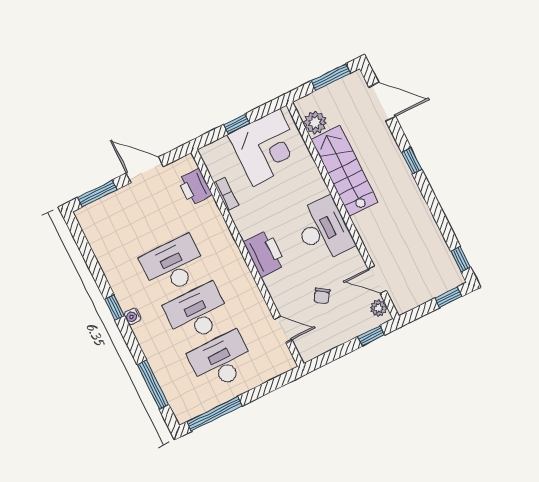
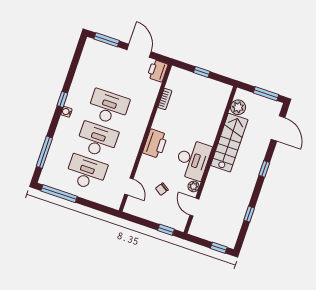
corner desk: (266, 148) -> (204, 96), removed
printer: (195, 187) -> (157, 71), moved
window: (461, 259) -> (249, 214), moved
plant: (379, 308) -> (194, 186), moved

